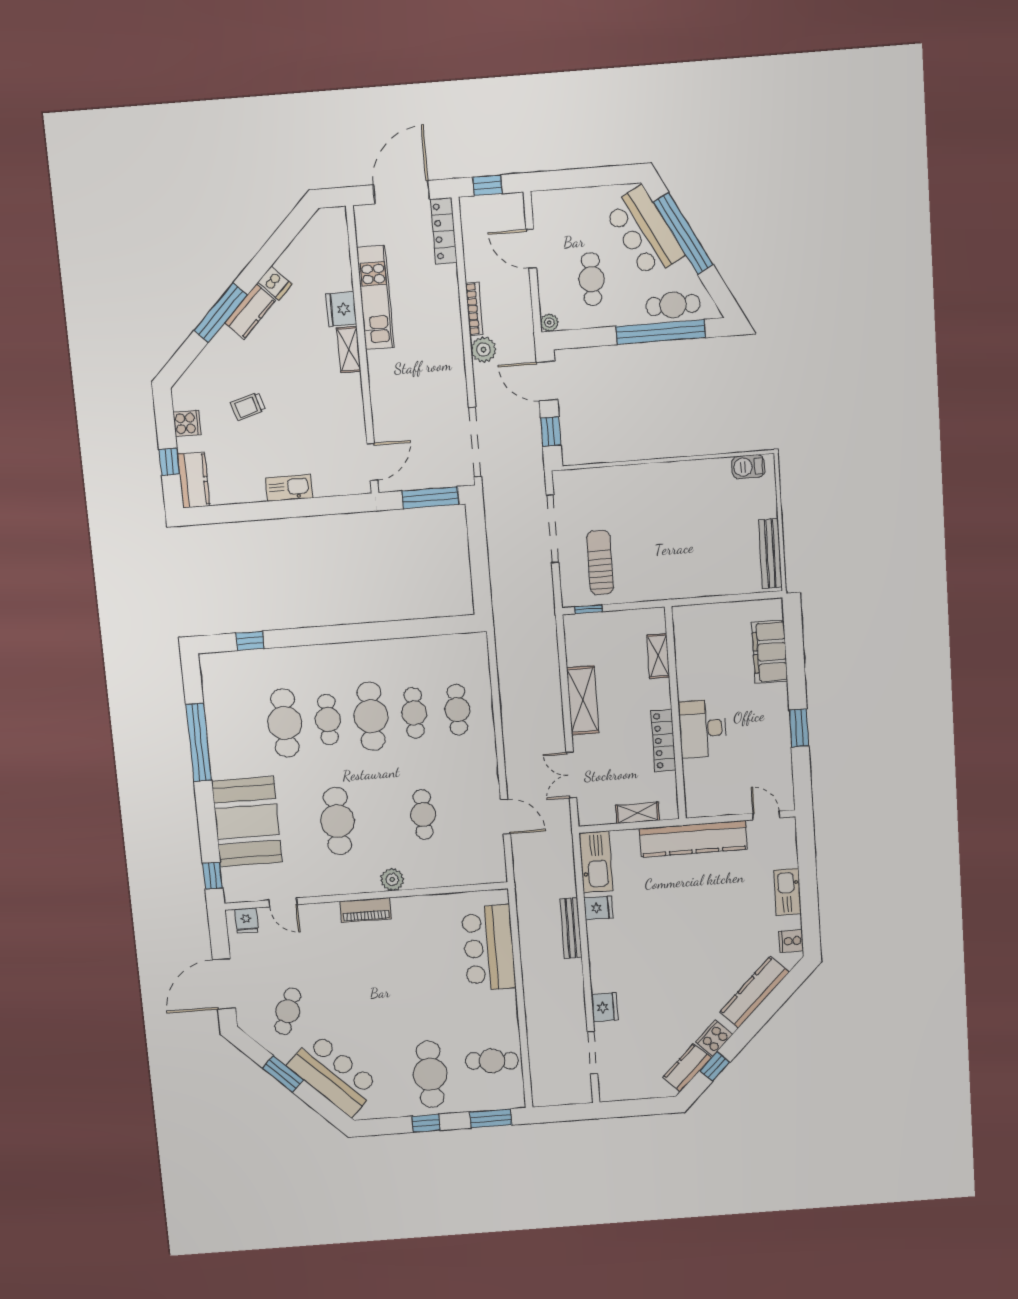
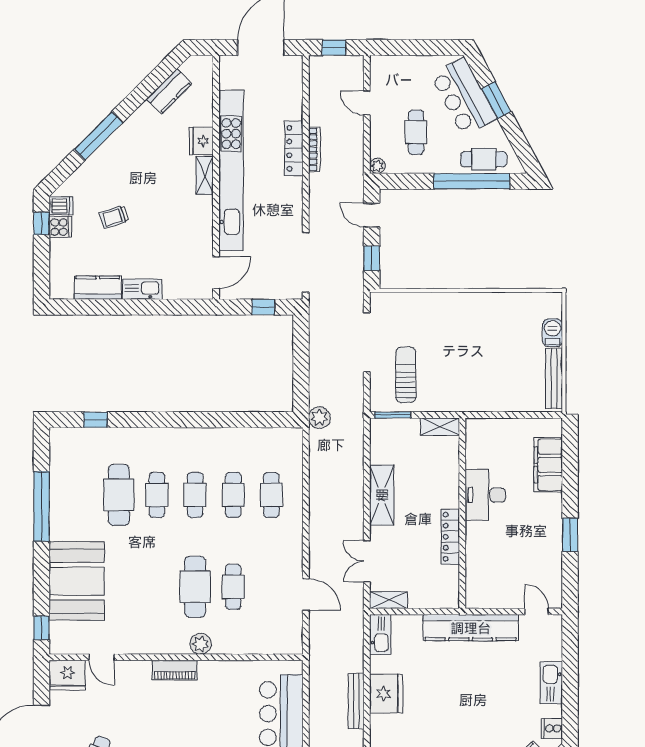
locker: (444, 231) -> (294, 148), moved
window: (683, 233) -> (496, 100), width x0.47
door: (531, 249) -> (367, 103), width x0.73
dishwasher: (275, 283) -> (61, 206), moved, turned -45
kitchen unit: (375, 298) -> (231, 171), width x1.86
kitchen counter: (250, 312) -> (169, 91), moved
plant: (483, 350) -> (319, 418), moved
door: (547, 381) -> (372, 215), width x0.73
window: (169, 462) -> (41, 223), moved
barbecue: (748, 467) -> (553, 333), moved, turned 90
kitchen counter: (194, 480) -> (98, 288), moved, turned -90
window: (430, 498) -> (263, 307), width x0.46
window: (588, 609) -> (393, 415), width x1.50
shelving: (658, 656) -> (440, 426), moved, turned 90
cafe table: (371, 716) -> (195, 495), width x0.73, depth x0.74
desk: (702, 728) -> (485, 495), moved
shelving: (638, 813) -> (389, 600), moved
cafe table: (337, 821) -> (195, 587), moved
kitchen sink: (596, 862) -> (380, 635), width x0.73, depth x0.81
fridge: (598, 908) -> (386, 694), width x1.88, depth x1.34
fridge: (246, 920) -> (67, 675), width x1.88, depth x1.34

